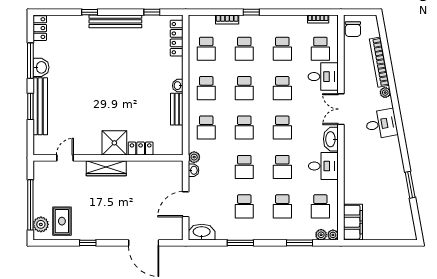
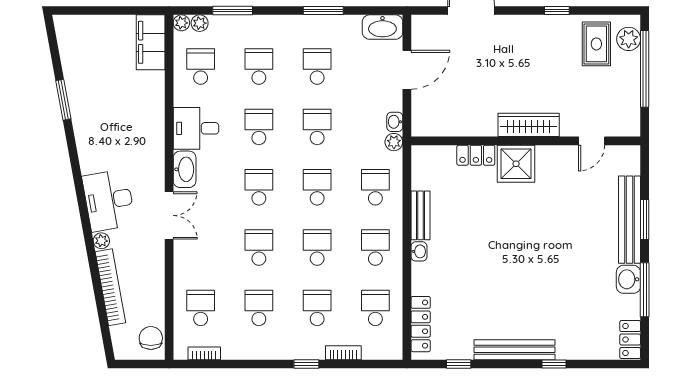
desk: (323, 77) -> (196, 265), removed
desk: (381, 124) -> (109, 200), width x1.37

